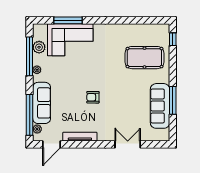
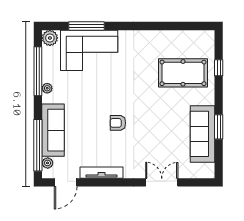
window: (173, 39) -> (219, 68), moved
plant: (39, 47) -> (50, 38), moved
window: (173, 100) -> (219, 127), width x0.69

